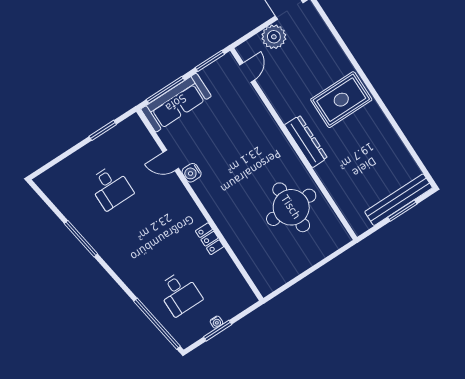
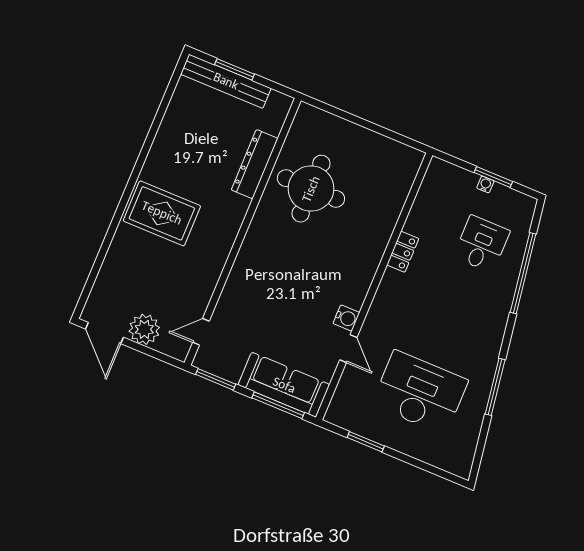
dresser: (306, 141) -> (255, 164), moved
desk: (111, 187) -> (420, 393), width x1.87, depth x1.30
window: (157, 324) -> (523, 273), moved

